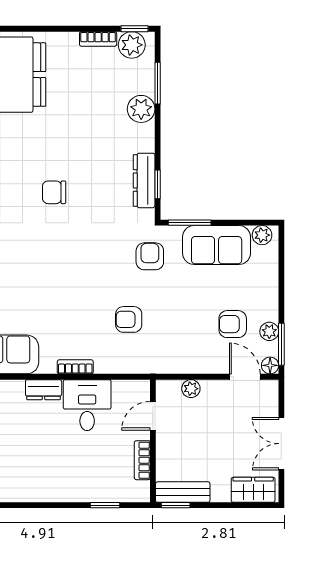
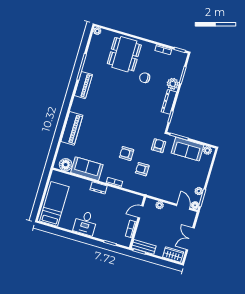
plant: (132, 45) -> (177, 56), removed
dresser: (144, 180) -> (169, 102), moved
chair: (54, 192) -> (145, 78), moved
armchair: (233, 324) -> (127, 153), moved
desk: (87, 405) -> (85, 223), moved, turned 180

